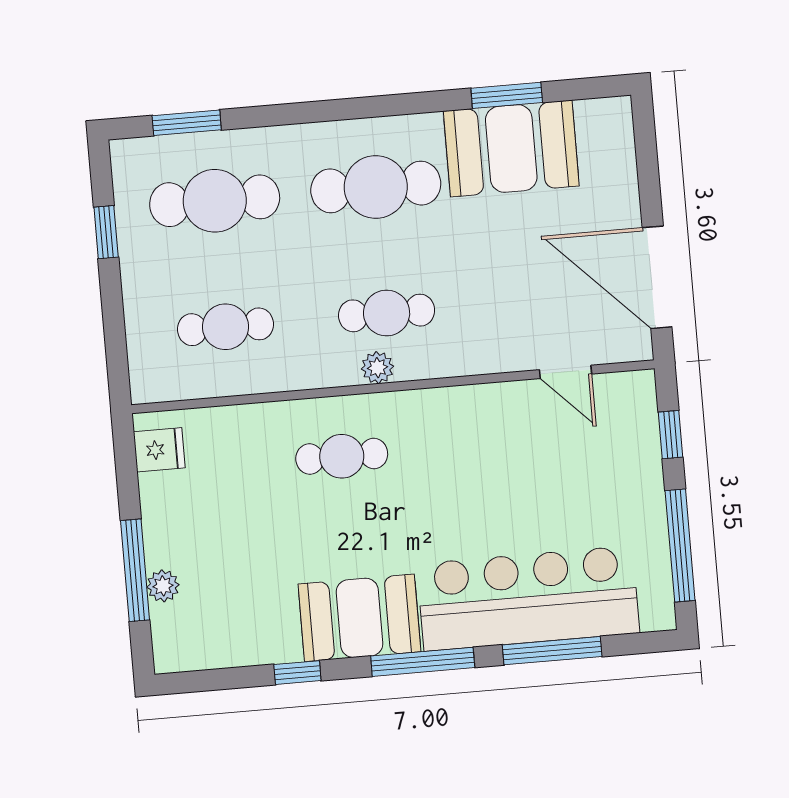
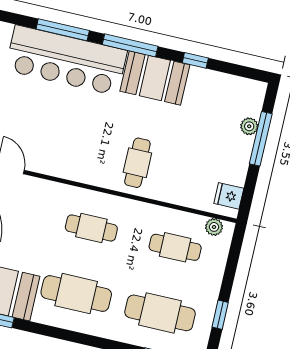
plant: (377, 368) -> (214, 227), moved
cafe table: (342, 456) -> (137, 163), turned 90

